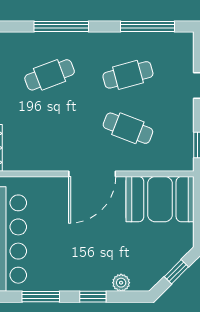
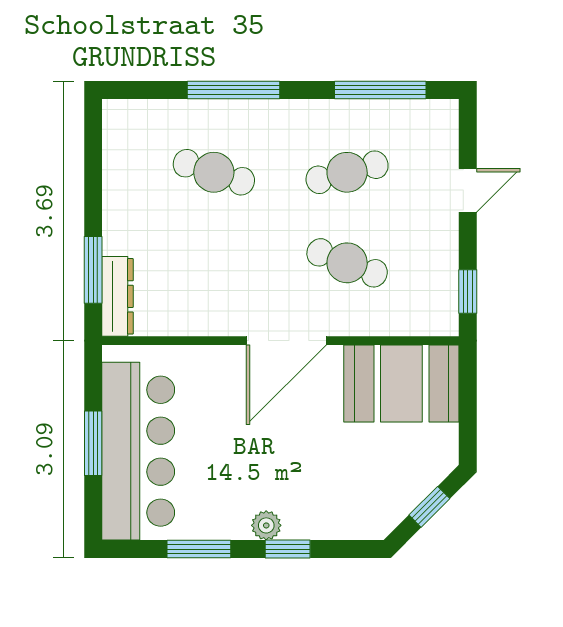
cafe table: (50, 75) -> (214, 172), turned 39
plant: (121, 283) -> (266, 525), moved

